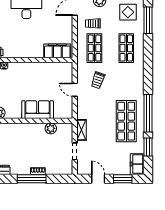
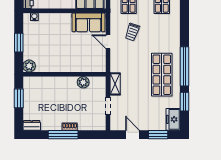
sofa: (38, 110) -> (88, 22), moved, turned 180

